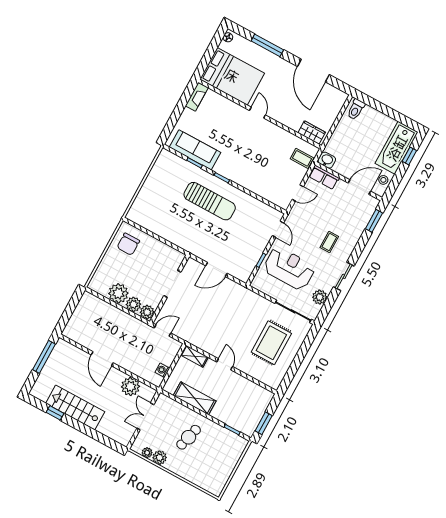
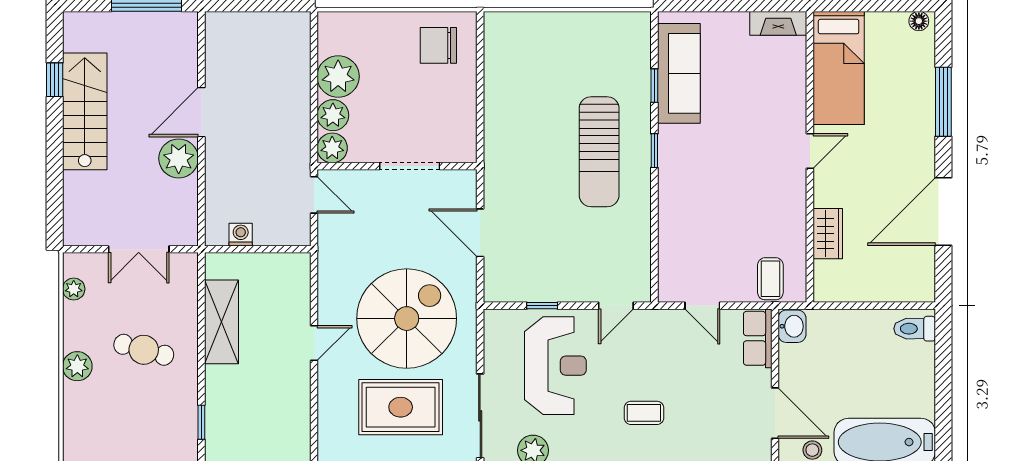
bed: (232, 76) -> (839, 68), width x0.67
wardrobe: (312, 133) -> (828, 234), moved
spiral stairs: (236, 320) -> (407, 319), added
shelving: (194, 356) -> (299, 279), removed
plant: (130, 387) -> (179, 158), moved
double door: (145, 416) -> (139, 249), swing flipped
plant: (160, 458) -> (77, 366), moved

